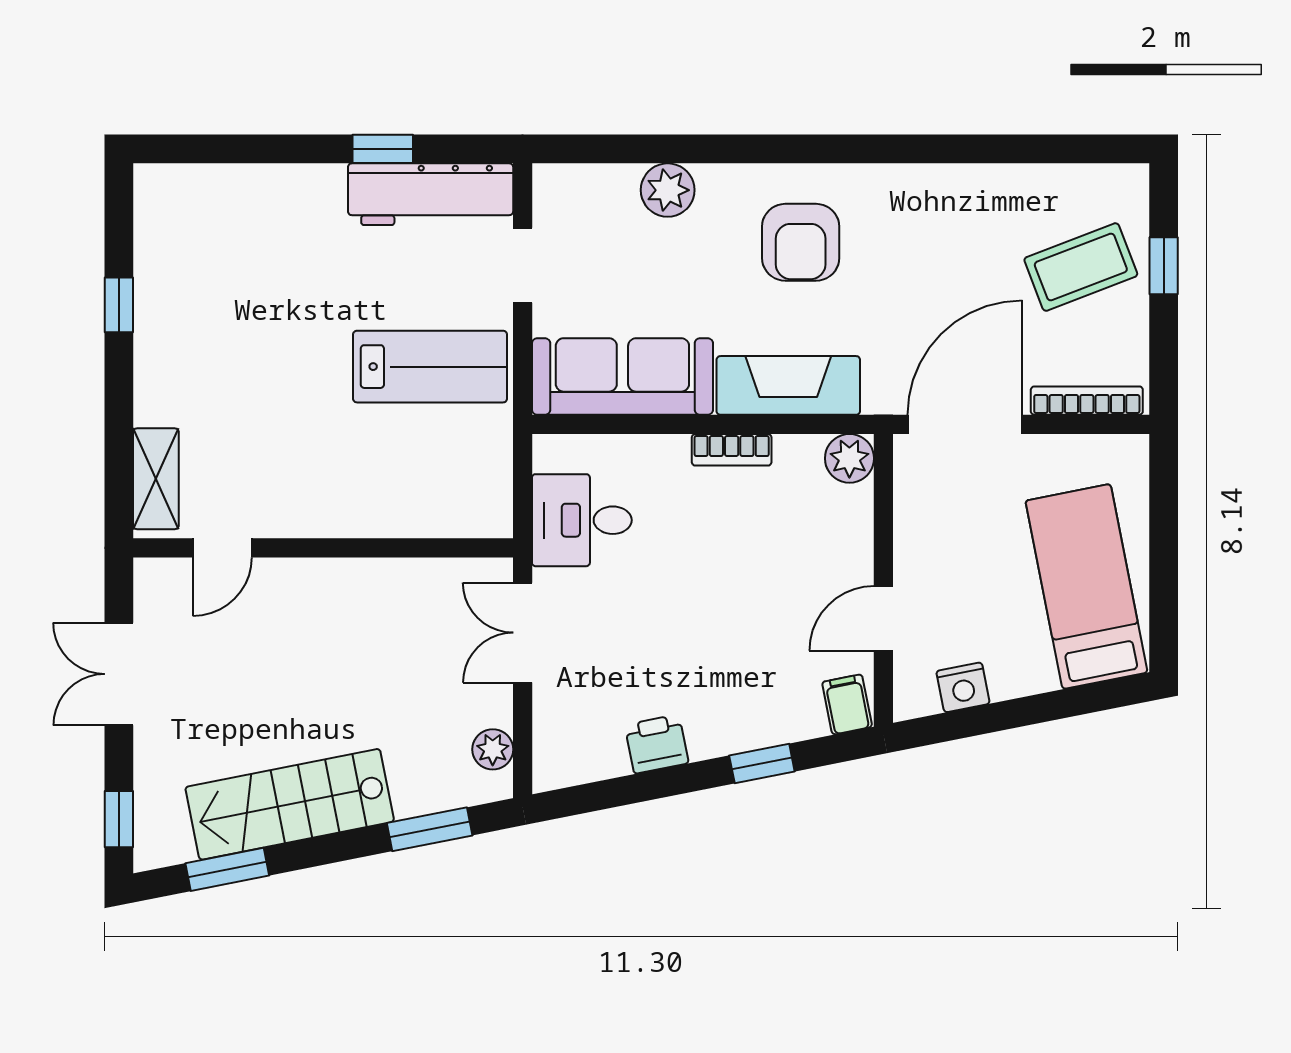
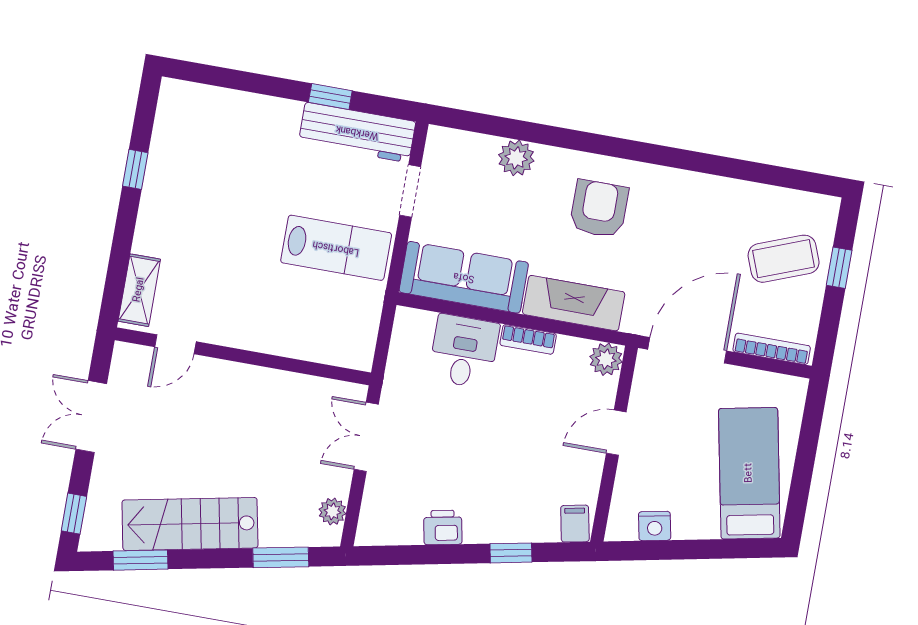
armchair: (801, 242) -> (599, 209), turned 180
desk: (582, 520) -> (464, 351), moved, turned 90
door: (883, 618) -> (616, 433), moved

